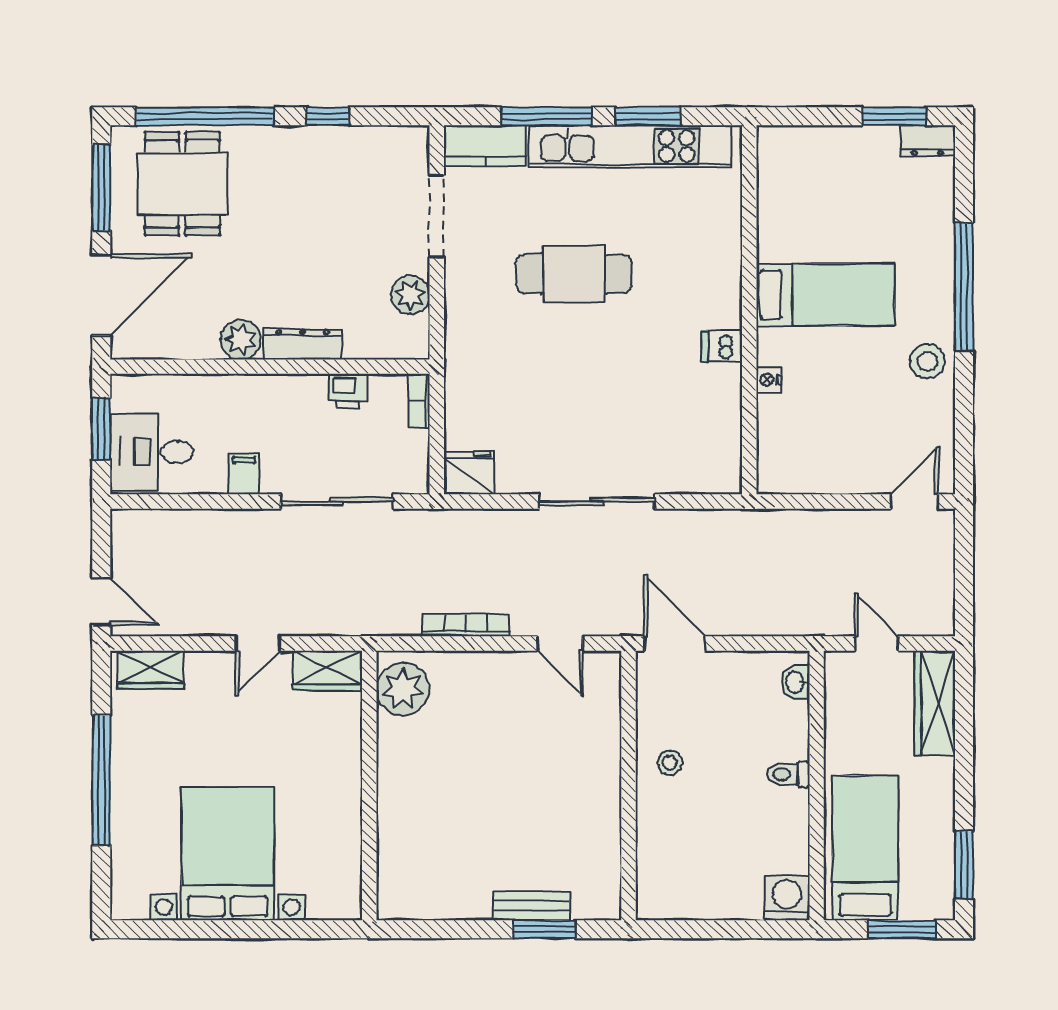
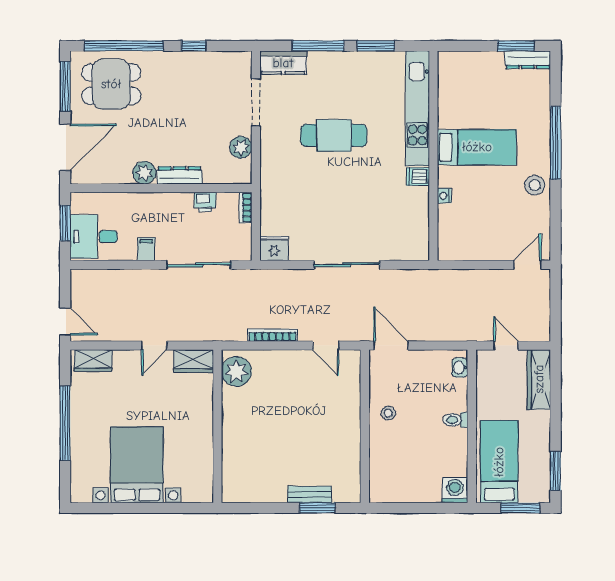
dresser: (927, 141) -> (528, 60), width x1.44
kitchen unit: (630, 146) -> (417, 108), moved, turned 90
dining table: (182, 184) -> (111, 84), turned 90

